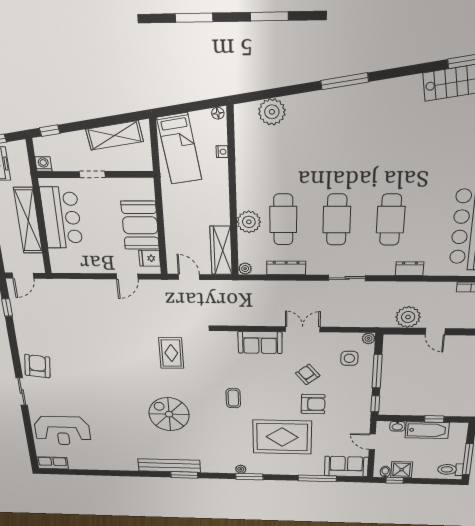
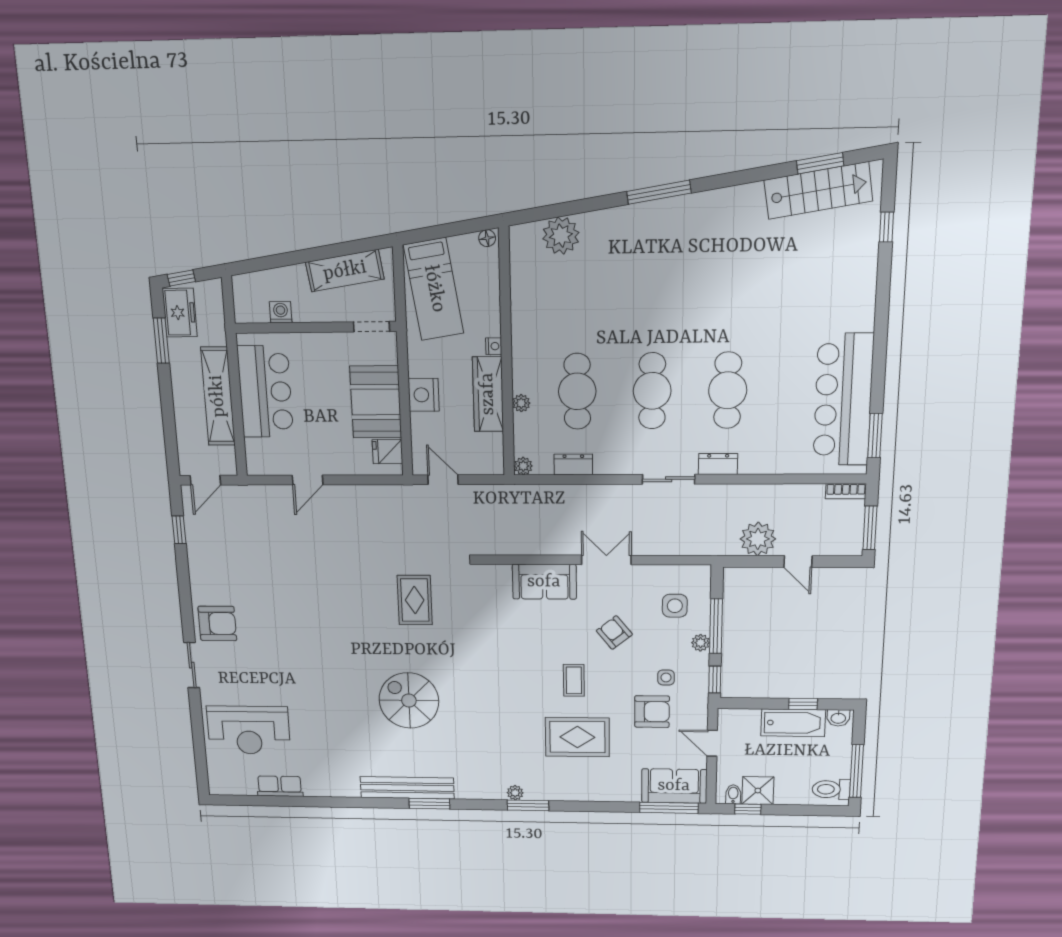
window: (50, 131) -> (256, 265), removed
nightstand: (222, 152) -> (494, 346), moved
washing machine: (43, 164) -> (281, 312), moved
doorway: (92, 174) -> (372, 327), moved
nightstand: (174, 221) -> (424, 395), added
plant: (249, 222) -> (521, 403), width x0.53, depth x0.53
wardrobe: (221, 250) -> (488, 394), moved
dresser: (286, 268) -> (573, 464), width x0.70
dresser: (410, 269) -> (718, 464), moved
door: (127, 276) -> (308, 480), moved
plant: (369, 338) -> (701, 643), moved
armchair: (37, 366) -> (217, 623), turned 83
coffee table: (233, 398) -> (574, 680), moved
side table: (342, 402) -> (666, 677), added
armchair: (313, 404) -> (652, 712), moved
washbasin: (397, 426) -> (838, 718), moved
rug: (282, 437) -> (577, 737), width x0.73, depth x0.69
row of seats: (53, 463) -> (280, 786), moved
window: (317, 478) -> (669, 808), moved

